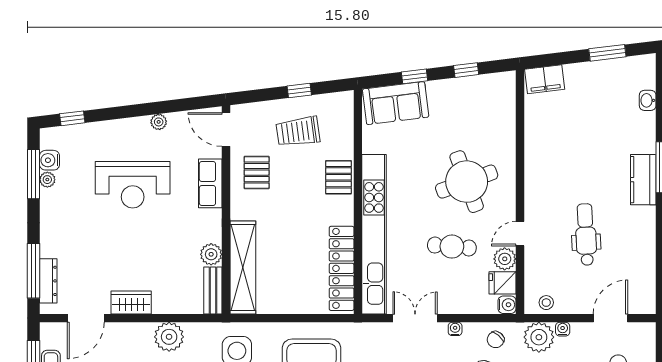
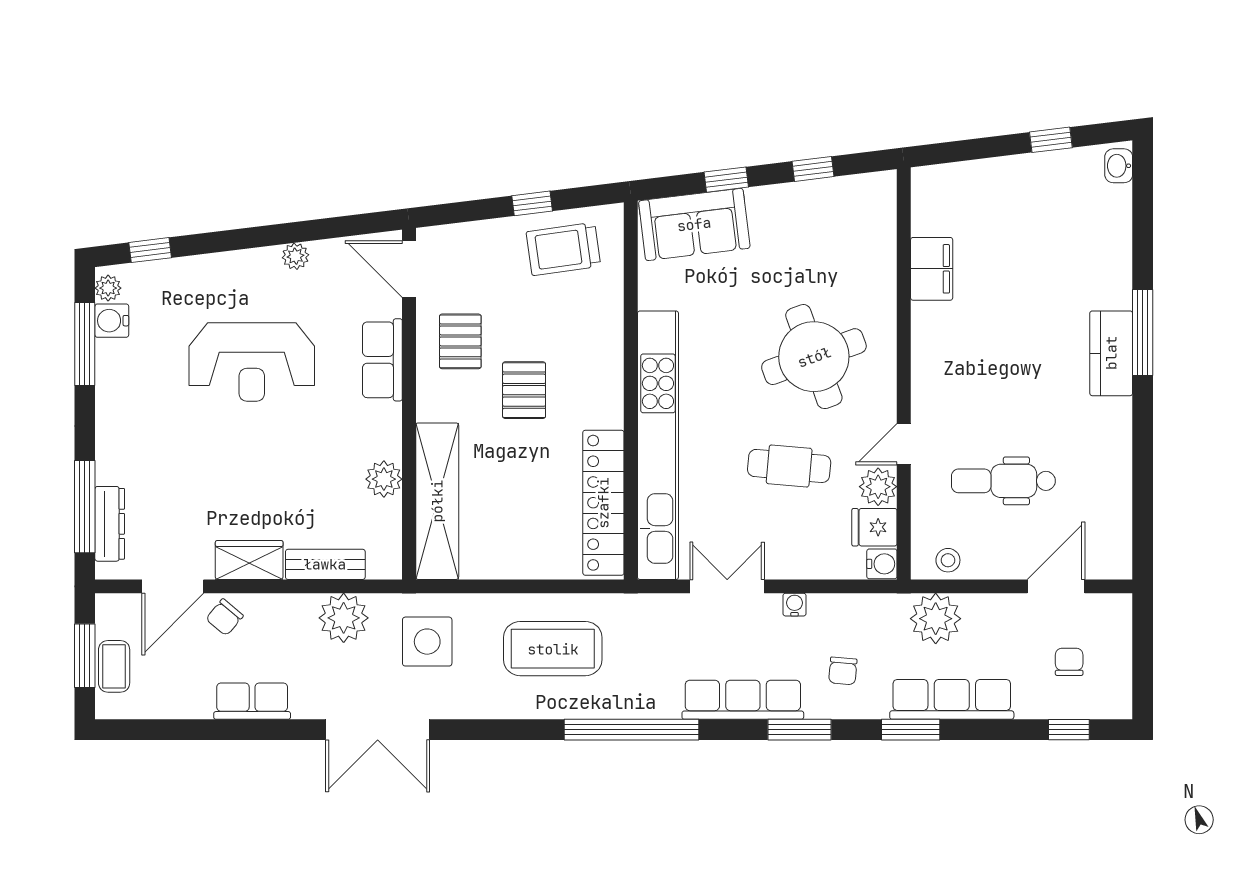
window: (607, 53) -> (1051, 140), width x0.67
filing cabinet: (545, 79) -> (932, 269), moved, turned -83
washbasin: (648, 100) -> (1119, 166), moved
trolley: (298, 132) -> (563, 249), moved
pallet: (338, 177) -> (524, 390), moved
plant: (47, 180) -> (108, 288), moved
dental chair: (586, 235) -> (1003, 481), moved, turned -87
bench: (213, 290) -> (325, 564), moved, turned 90
water cooler: (563, 329) -> (975, 605), removed
plant: (169, 337) -> (344, 618), moved
chair: (496, 340) -> (225, 617), moved

